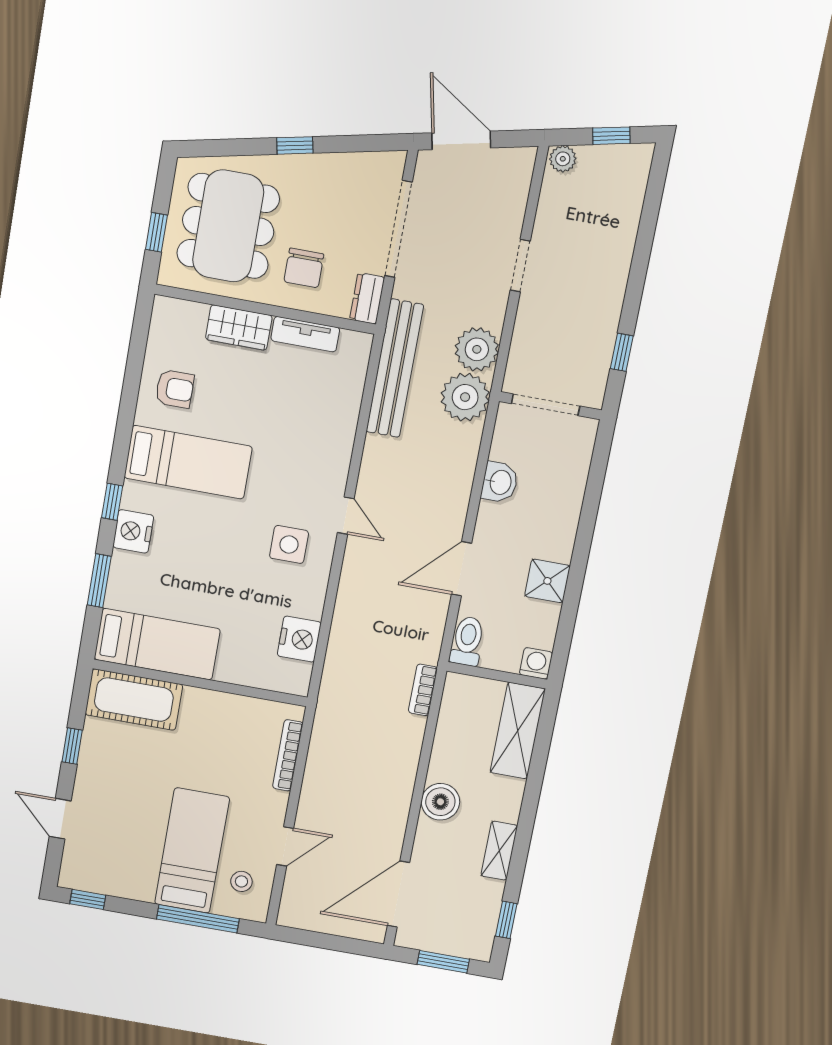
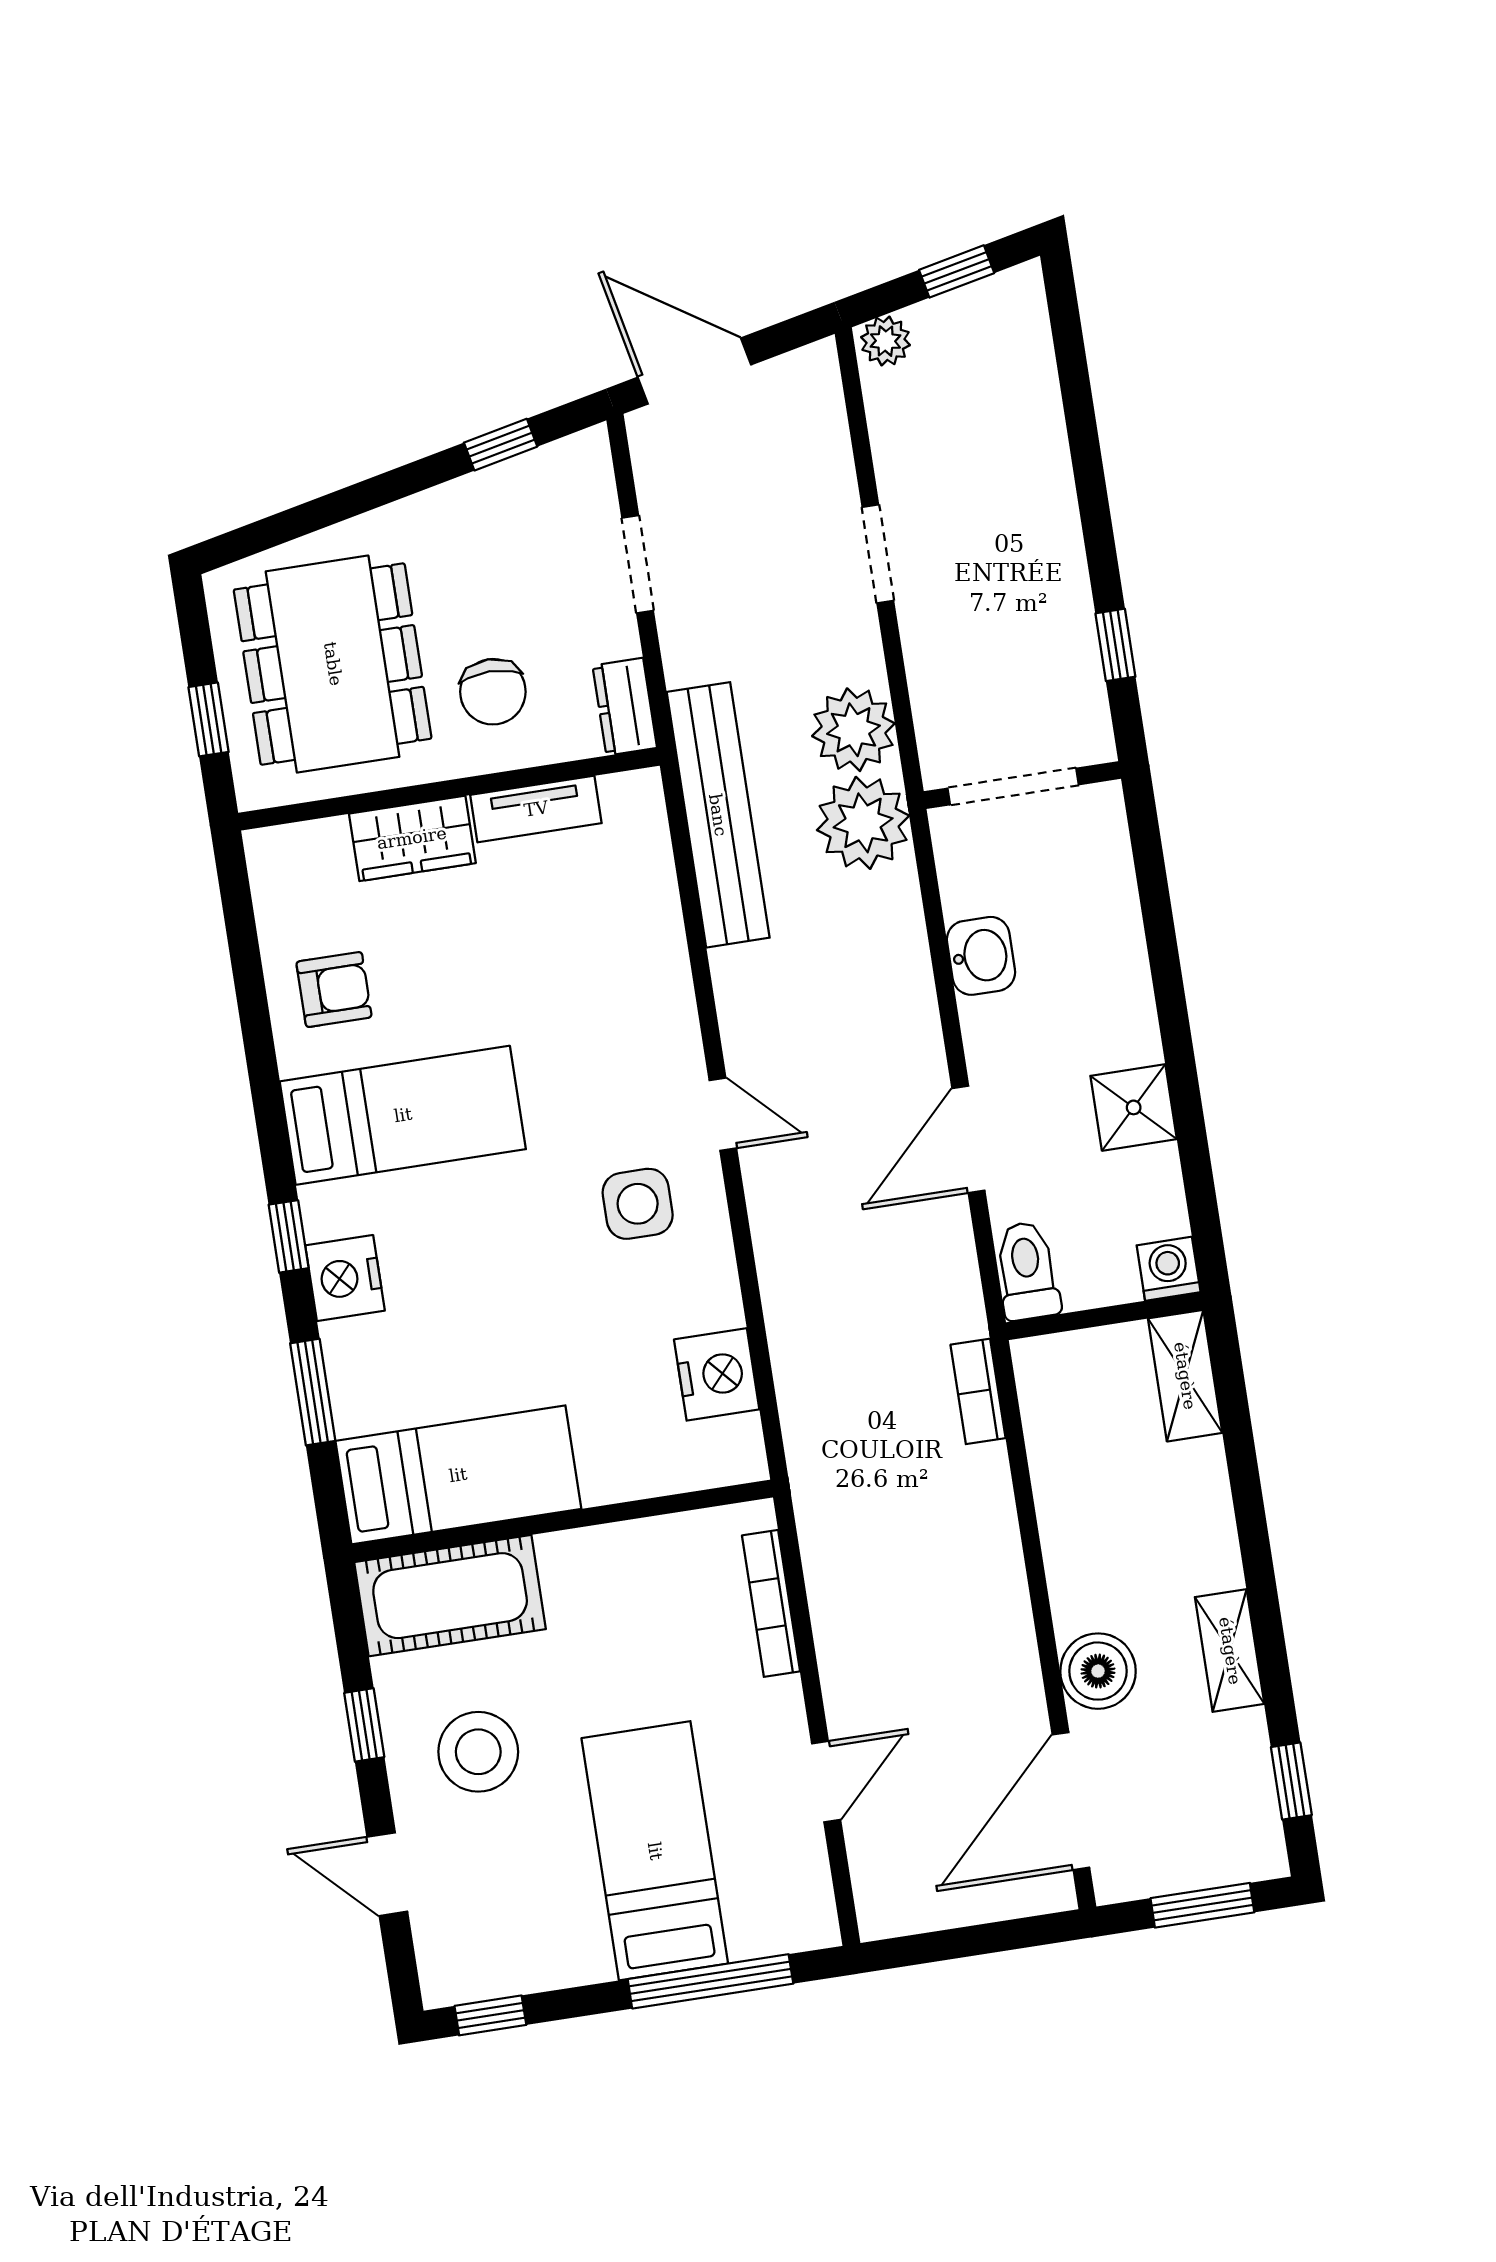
window: (295, 145) -> (501, 445), moved
doorway: (398, 229) -> (638, 564), width x0.53
shelving: (518, 731) -> (1185, 1376), width x0.67, depth x0.75
boiler: (440, 802) -> (1098, 1671), moved
stool: (241, 881) -> (478, 1752), moved, width x1.89, depth x1.89

